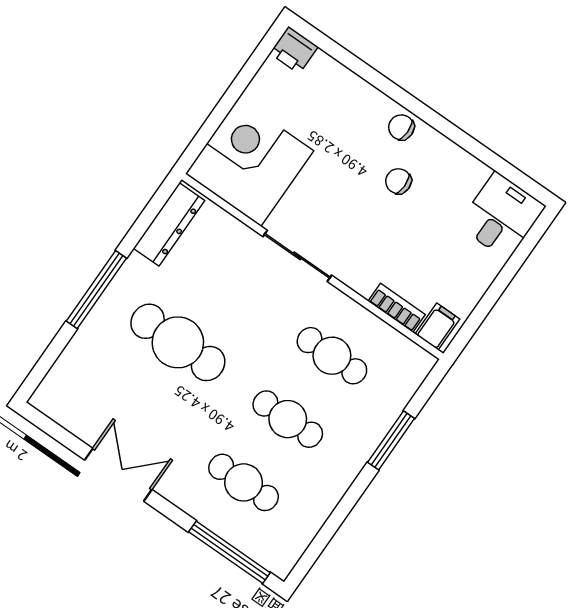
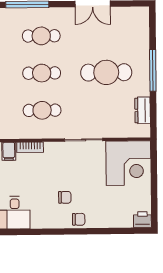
dresser: (169, 224) -> (143, 110), width x0.70

